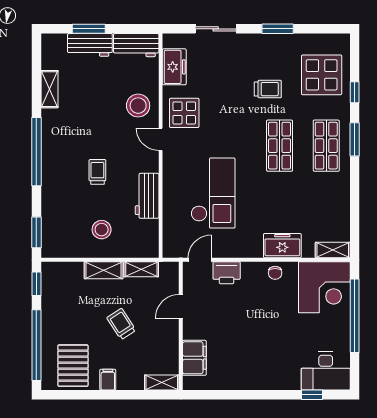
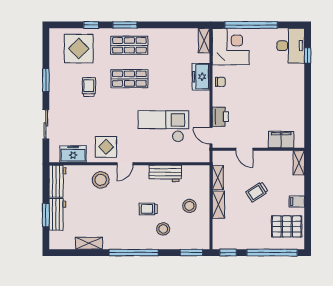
stool: (69, 193) -> (163, 229), added

